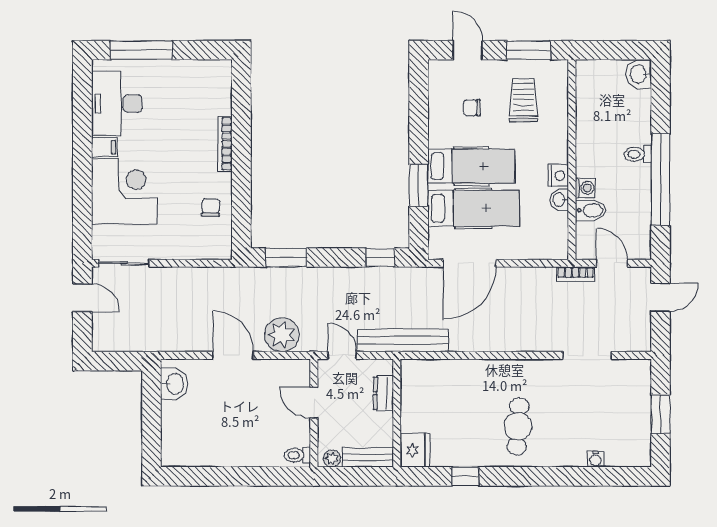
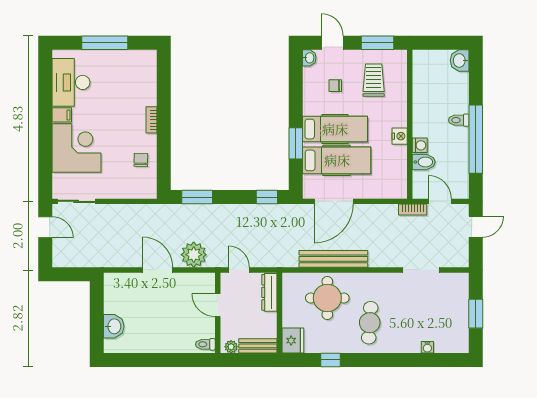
window: (141, 50) -> (105, 43), moved
bookcase: (225, 144) -> (152, 120), width x0.64
washbasin: (559, 200) -> (309, 58), moved, turned 180
bench: (403, 340) -> (333, 259), moved
washbasin: (174, 384) -> (114, 326), moved
dresser: (383, 393) -> (269, 292), width x1.44
round table: (461, 393) -> (327, 298), added

